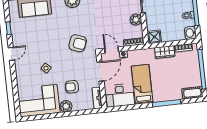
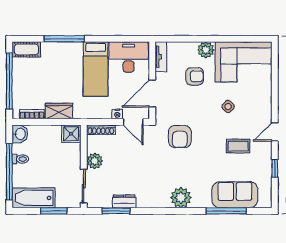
coffee table: (36, 41) -> (238, 146), added
armchair: (78, 43) -> (180, 137), turned -111

